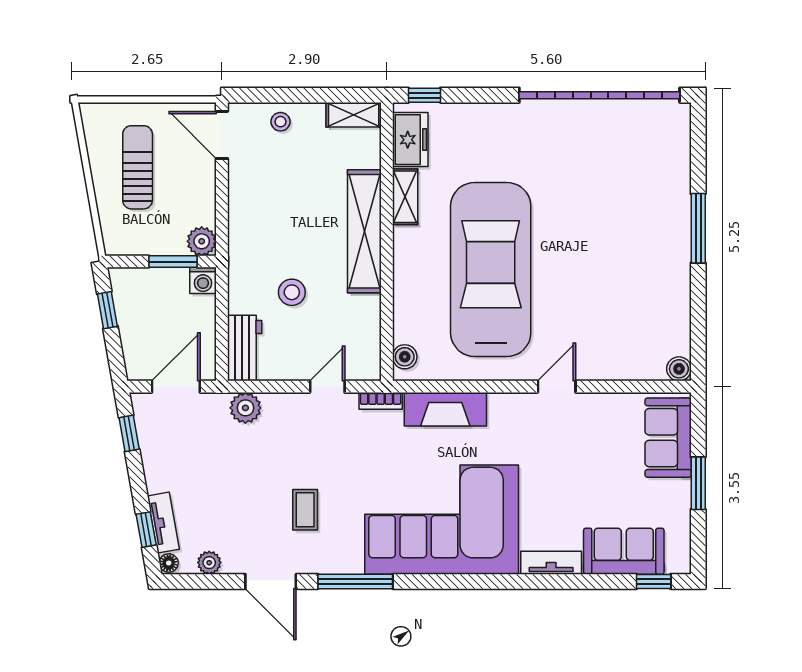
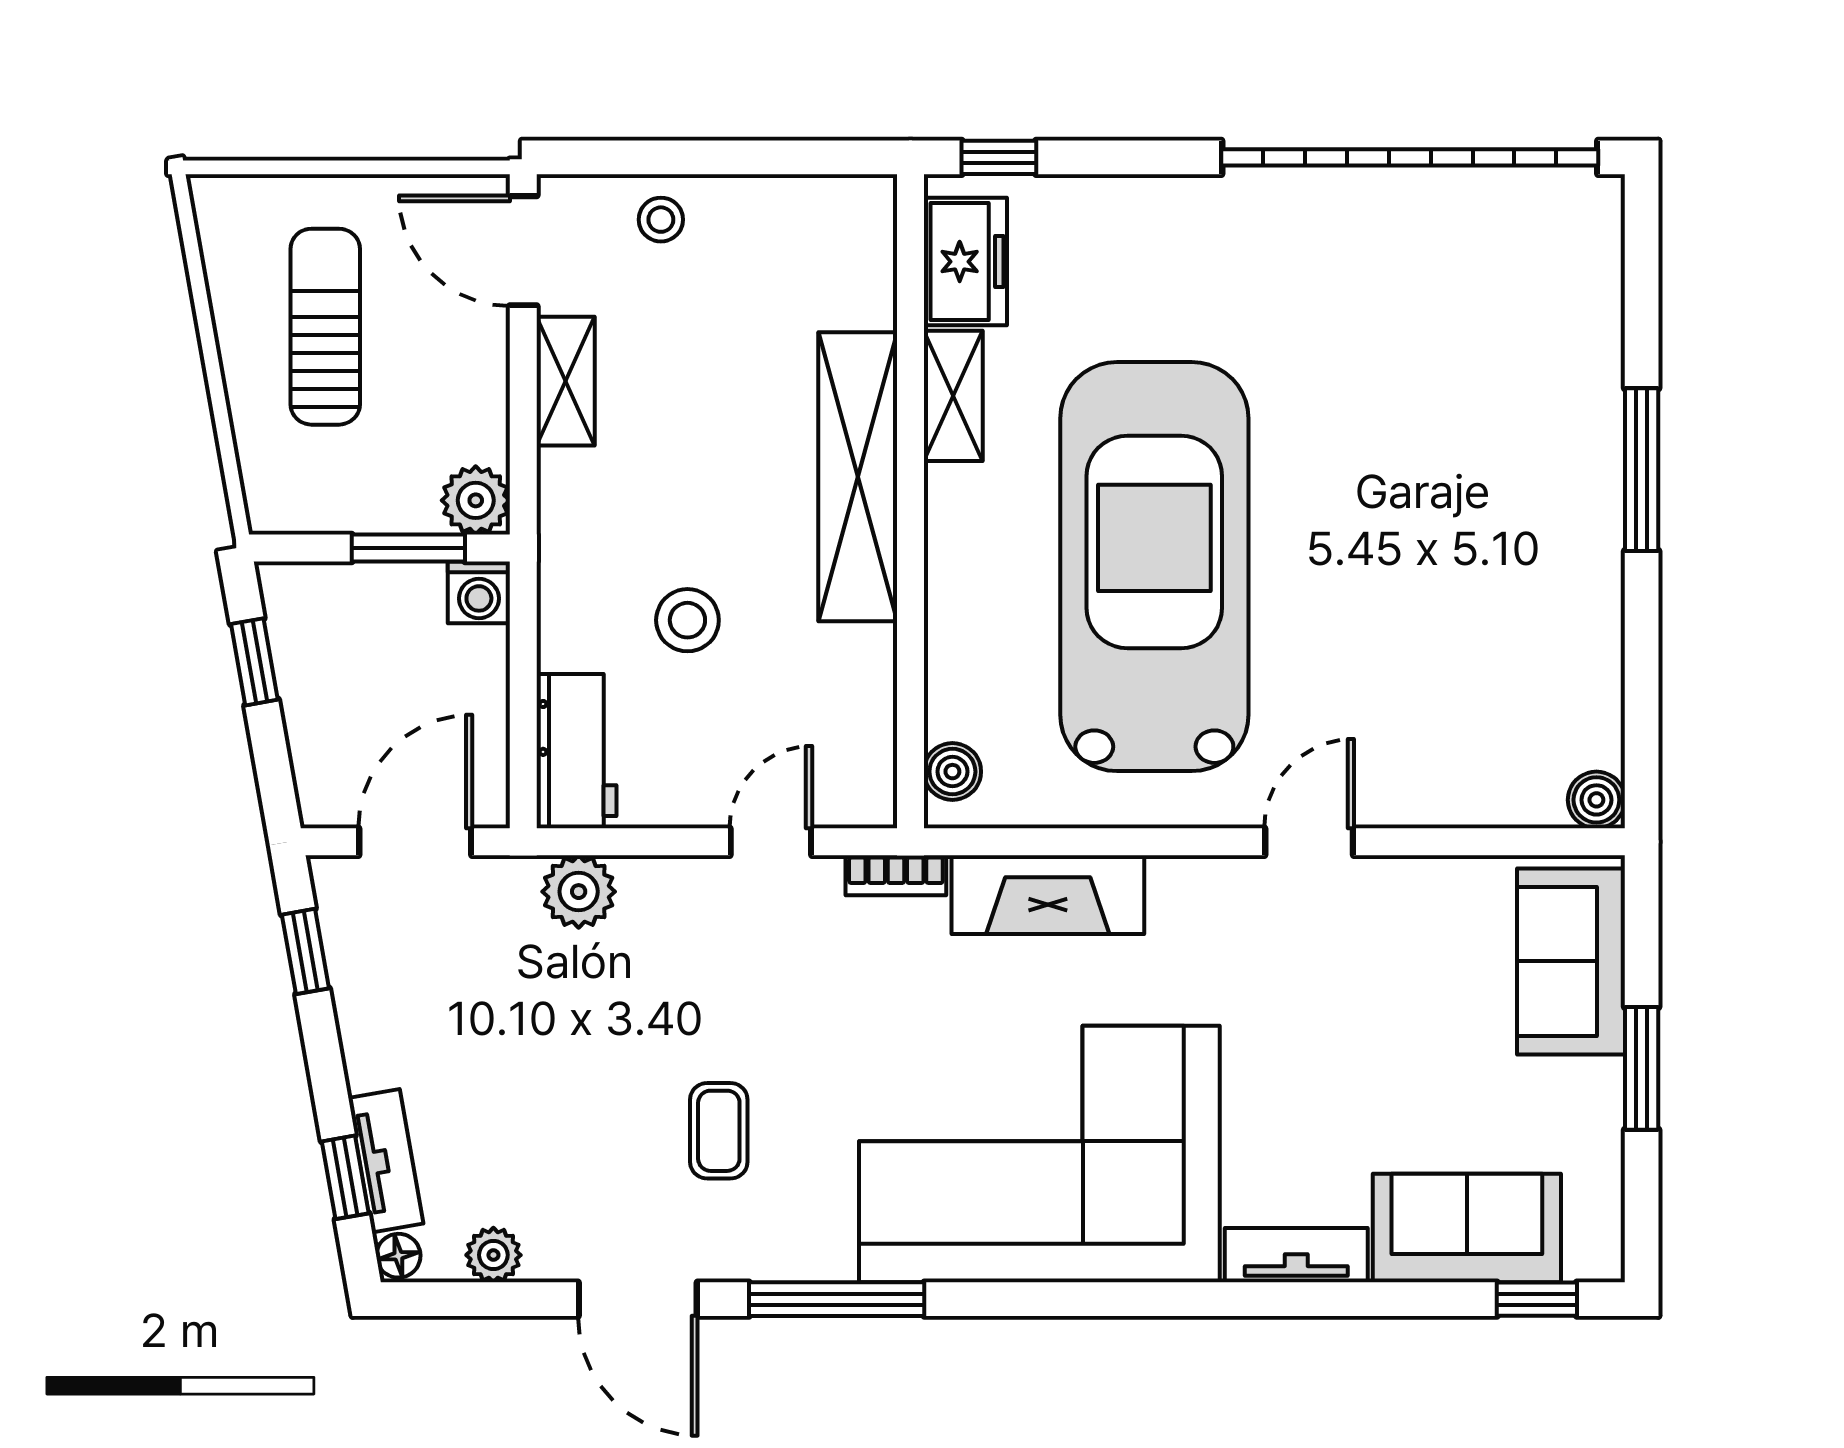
shelving: (354, 115) -> (566, 381), moved, turned 90

